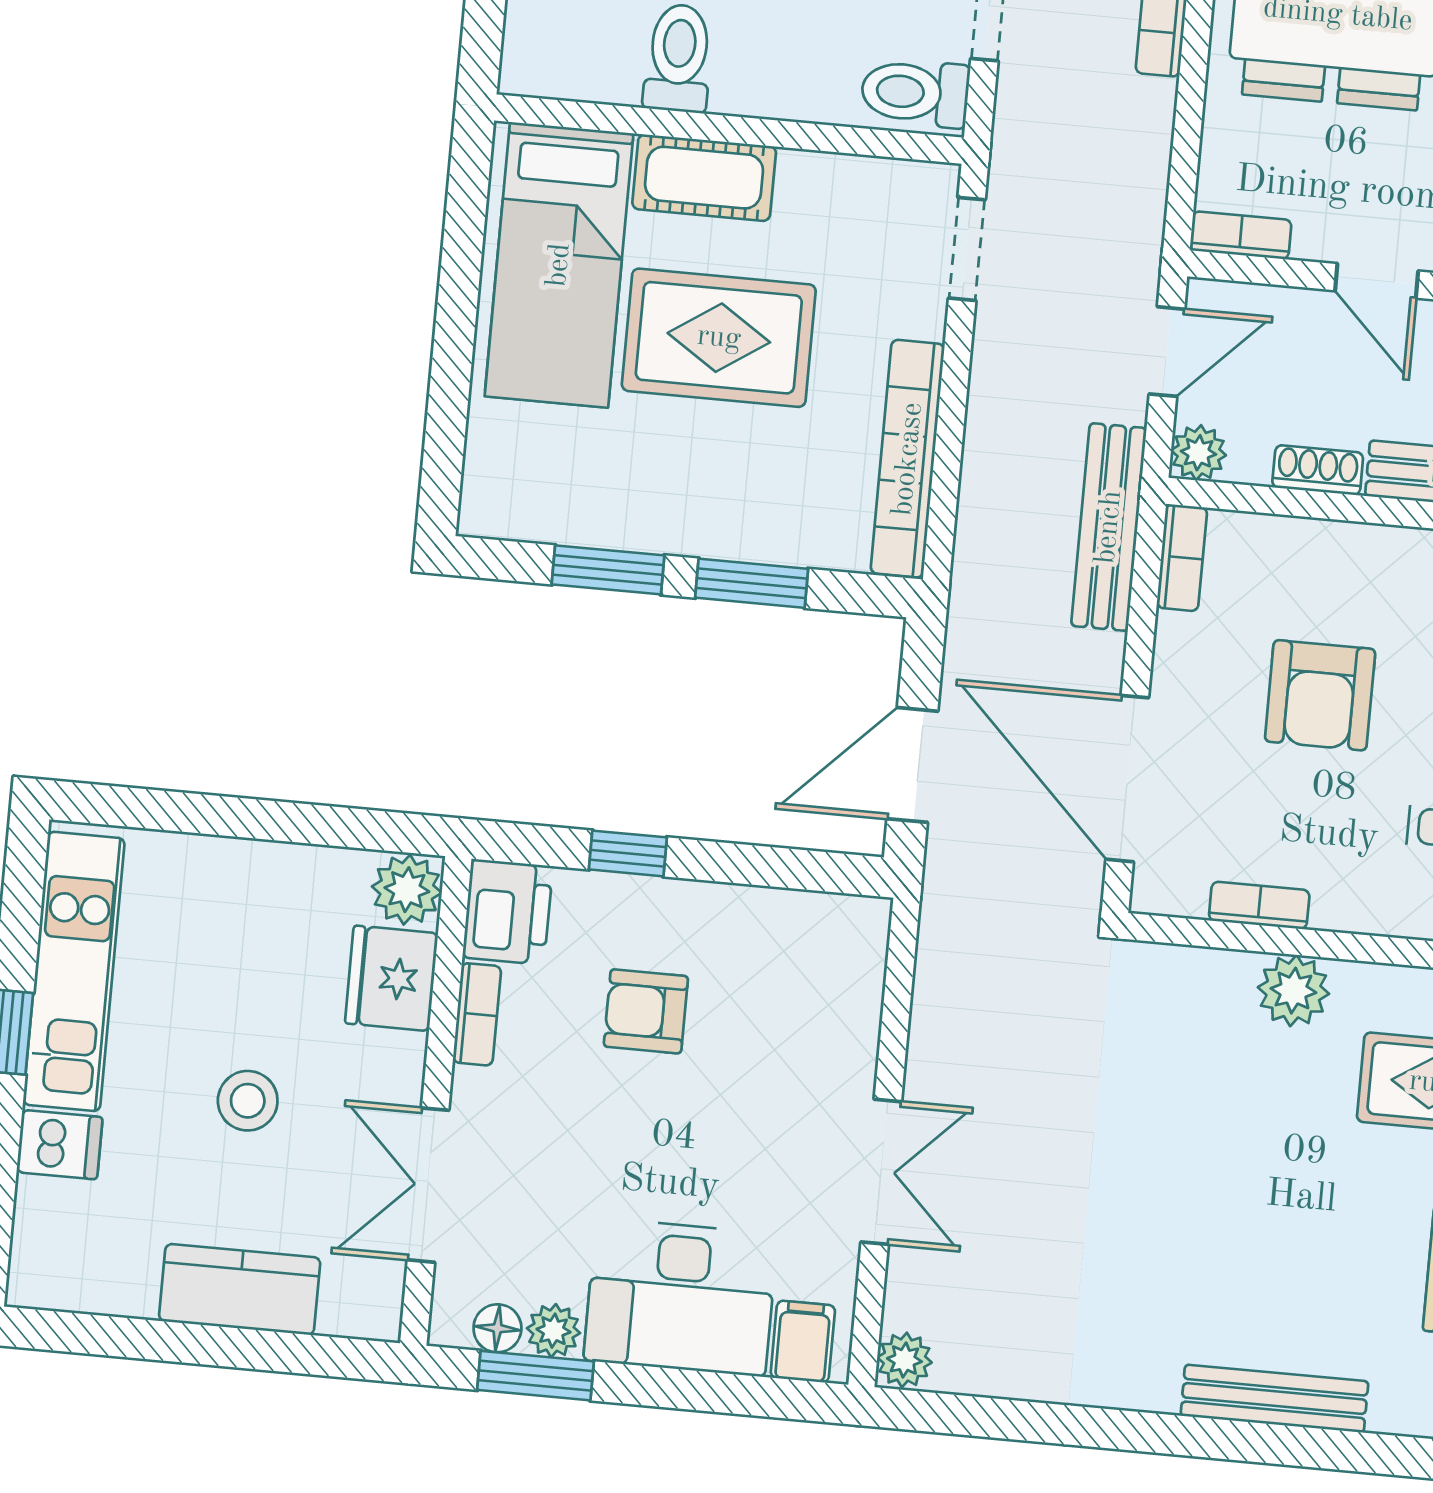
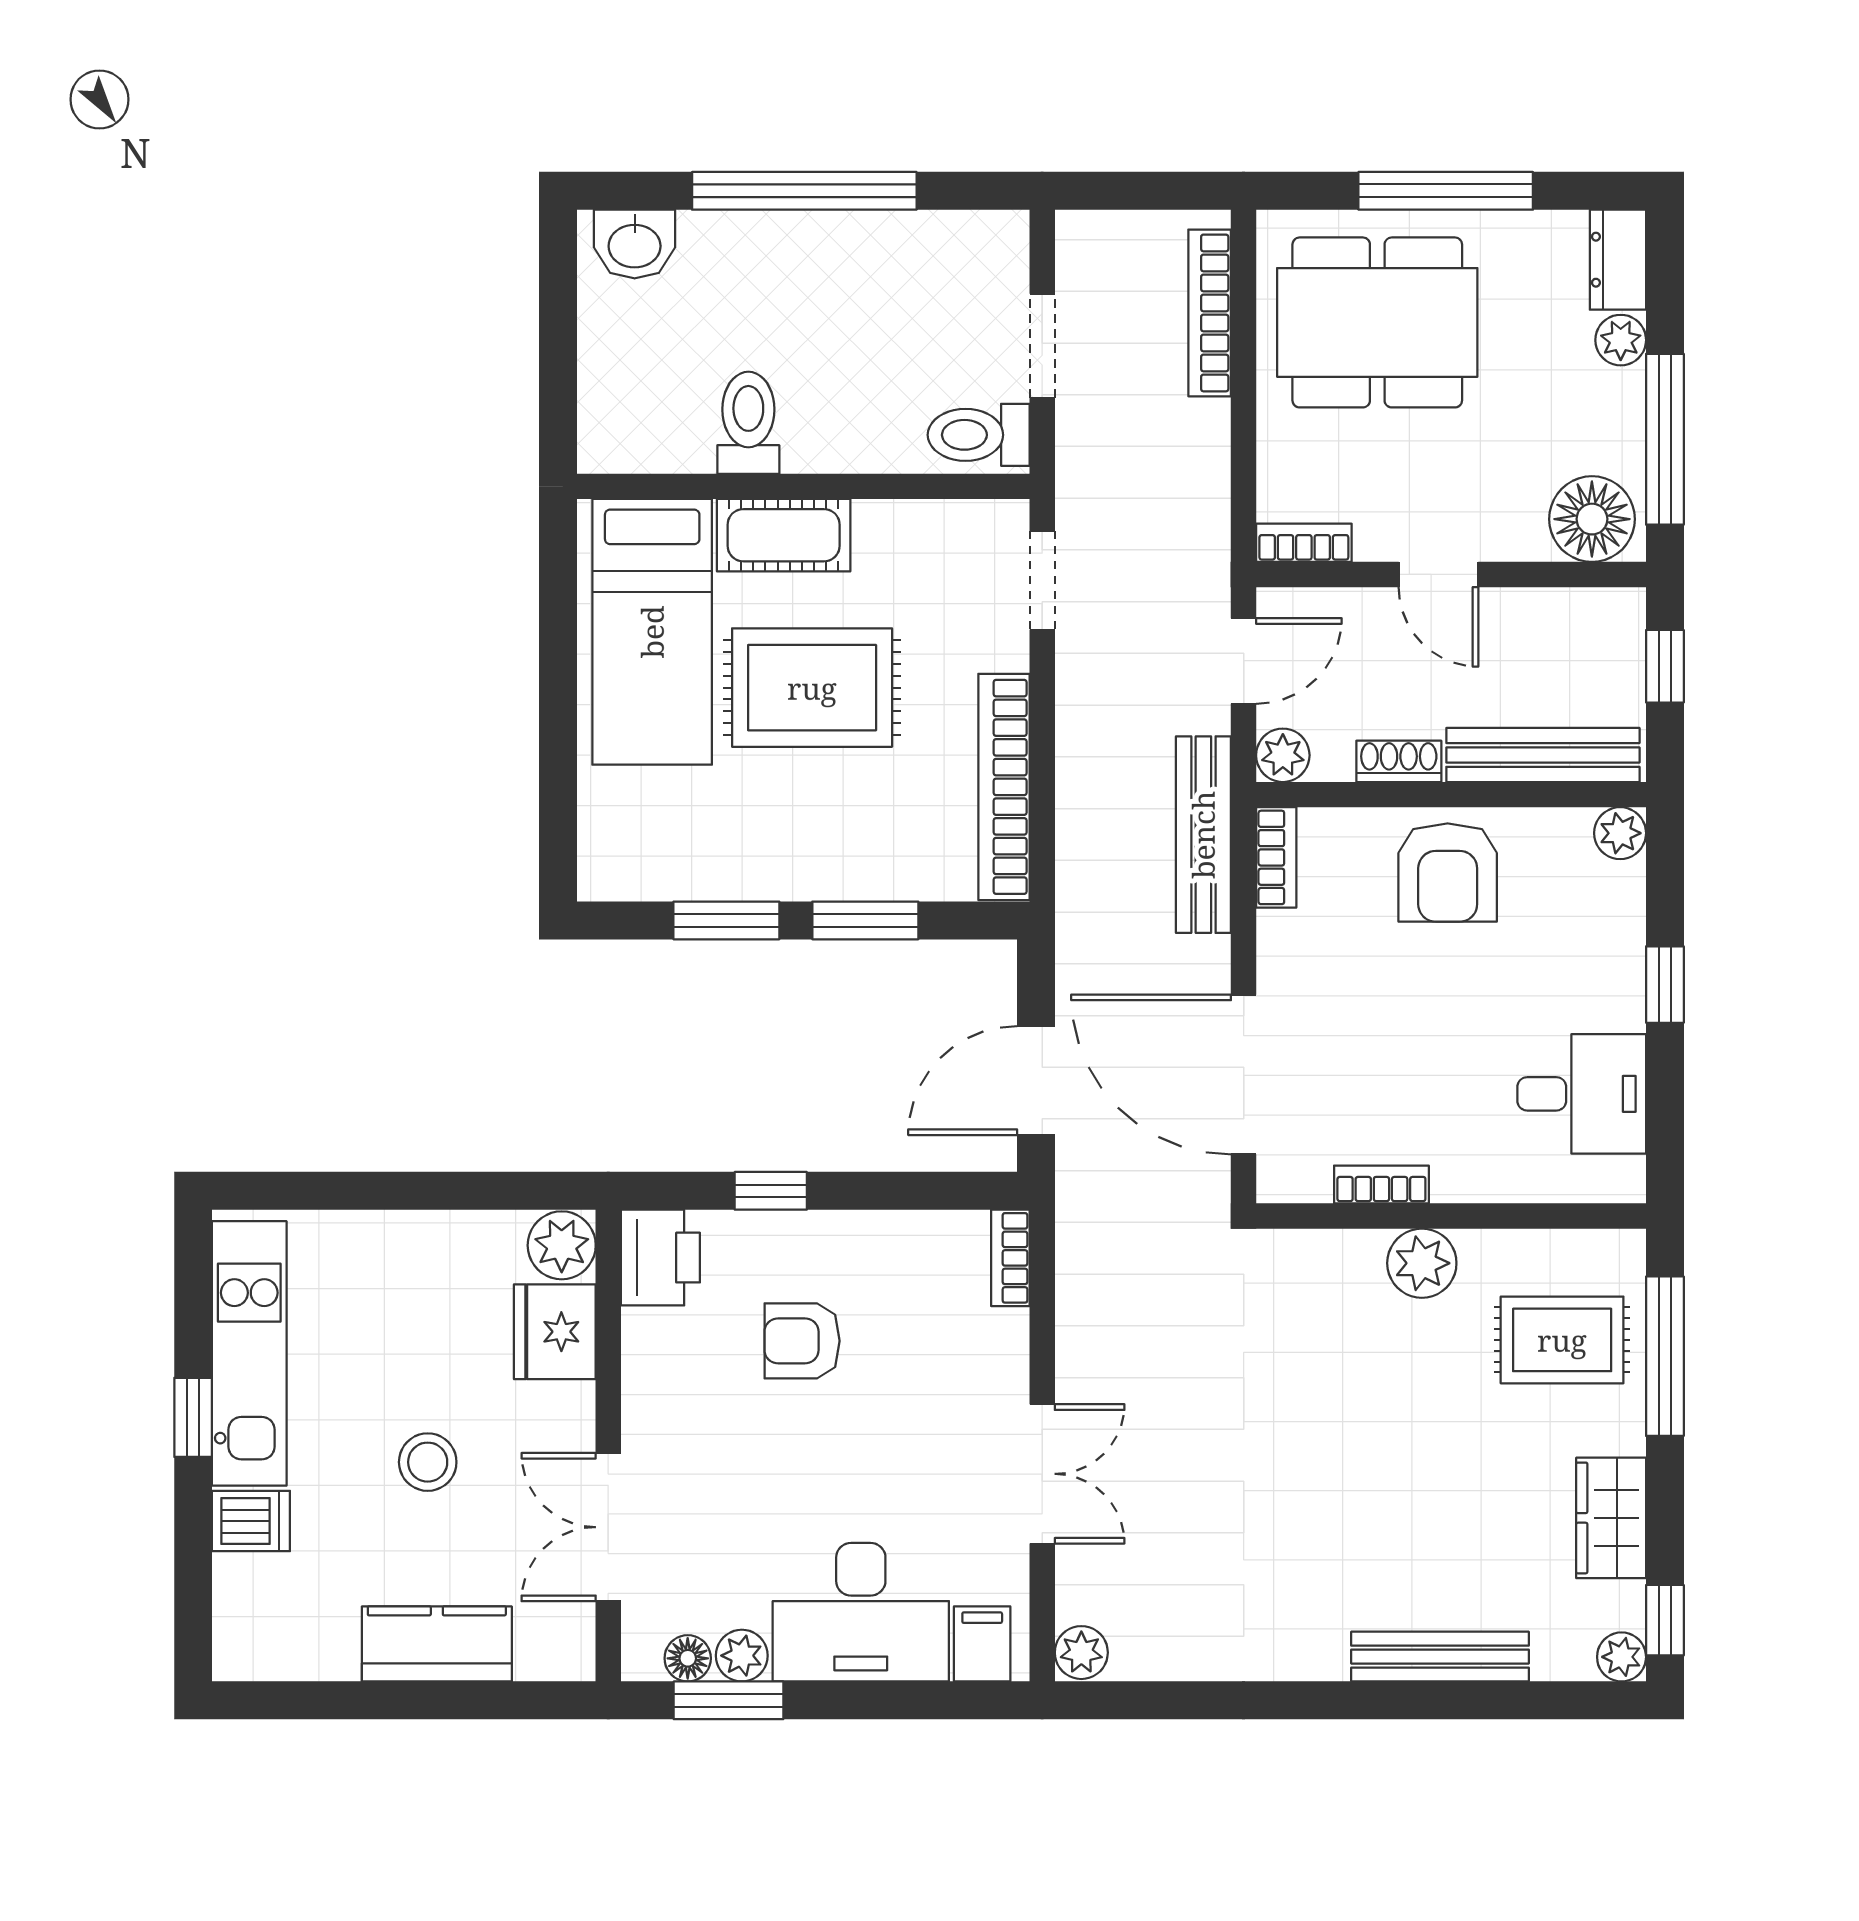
armchair: (1320, 695) -> (1448, 872), moved
bookcase: (477, 1014) -> (1010, 1258), moved, turned 180

